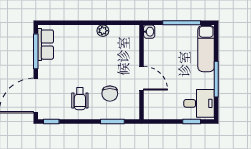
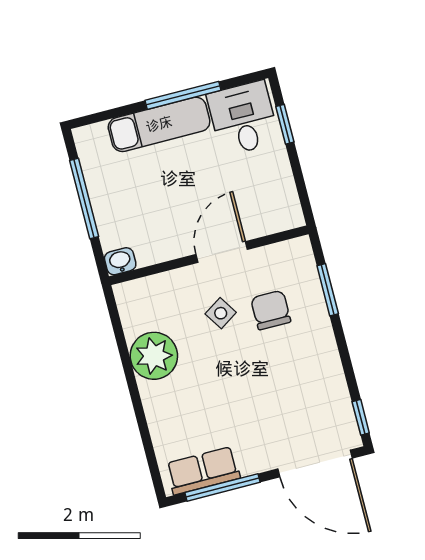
plant: (103, 31) -> (154, 356), width x1.88, depth x1.88
exam couch: (206, 49) -> (159, 124), moved
side table: (114, 71) -> (221, 313), added
chair: (110, 94) -> (271, 310), turned -90
wheelchair: (80, 99) -> (298, 370), removed

